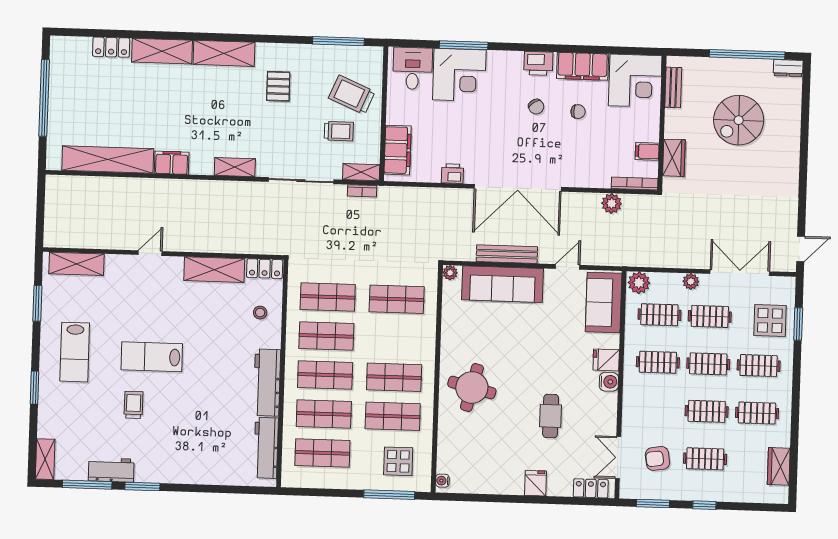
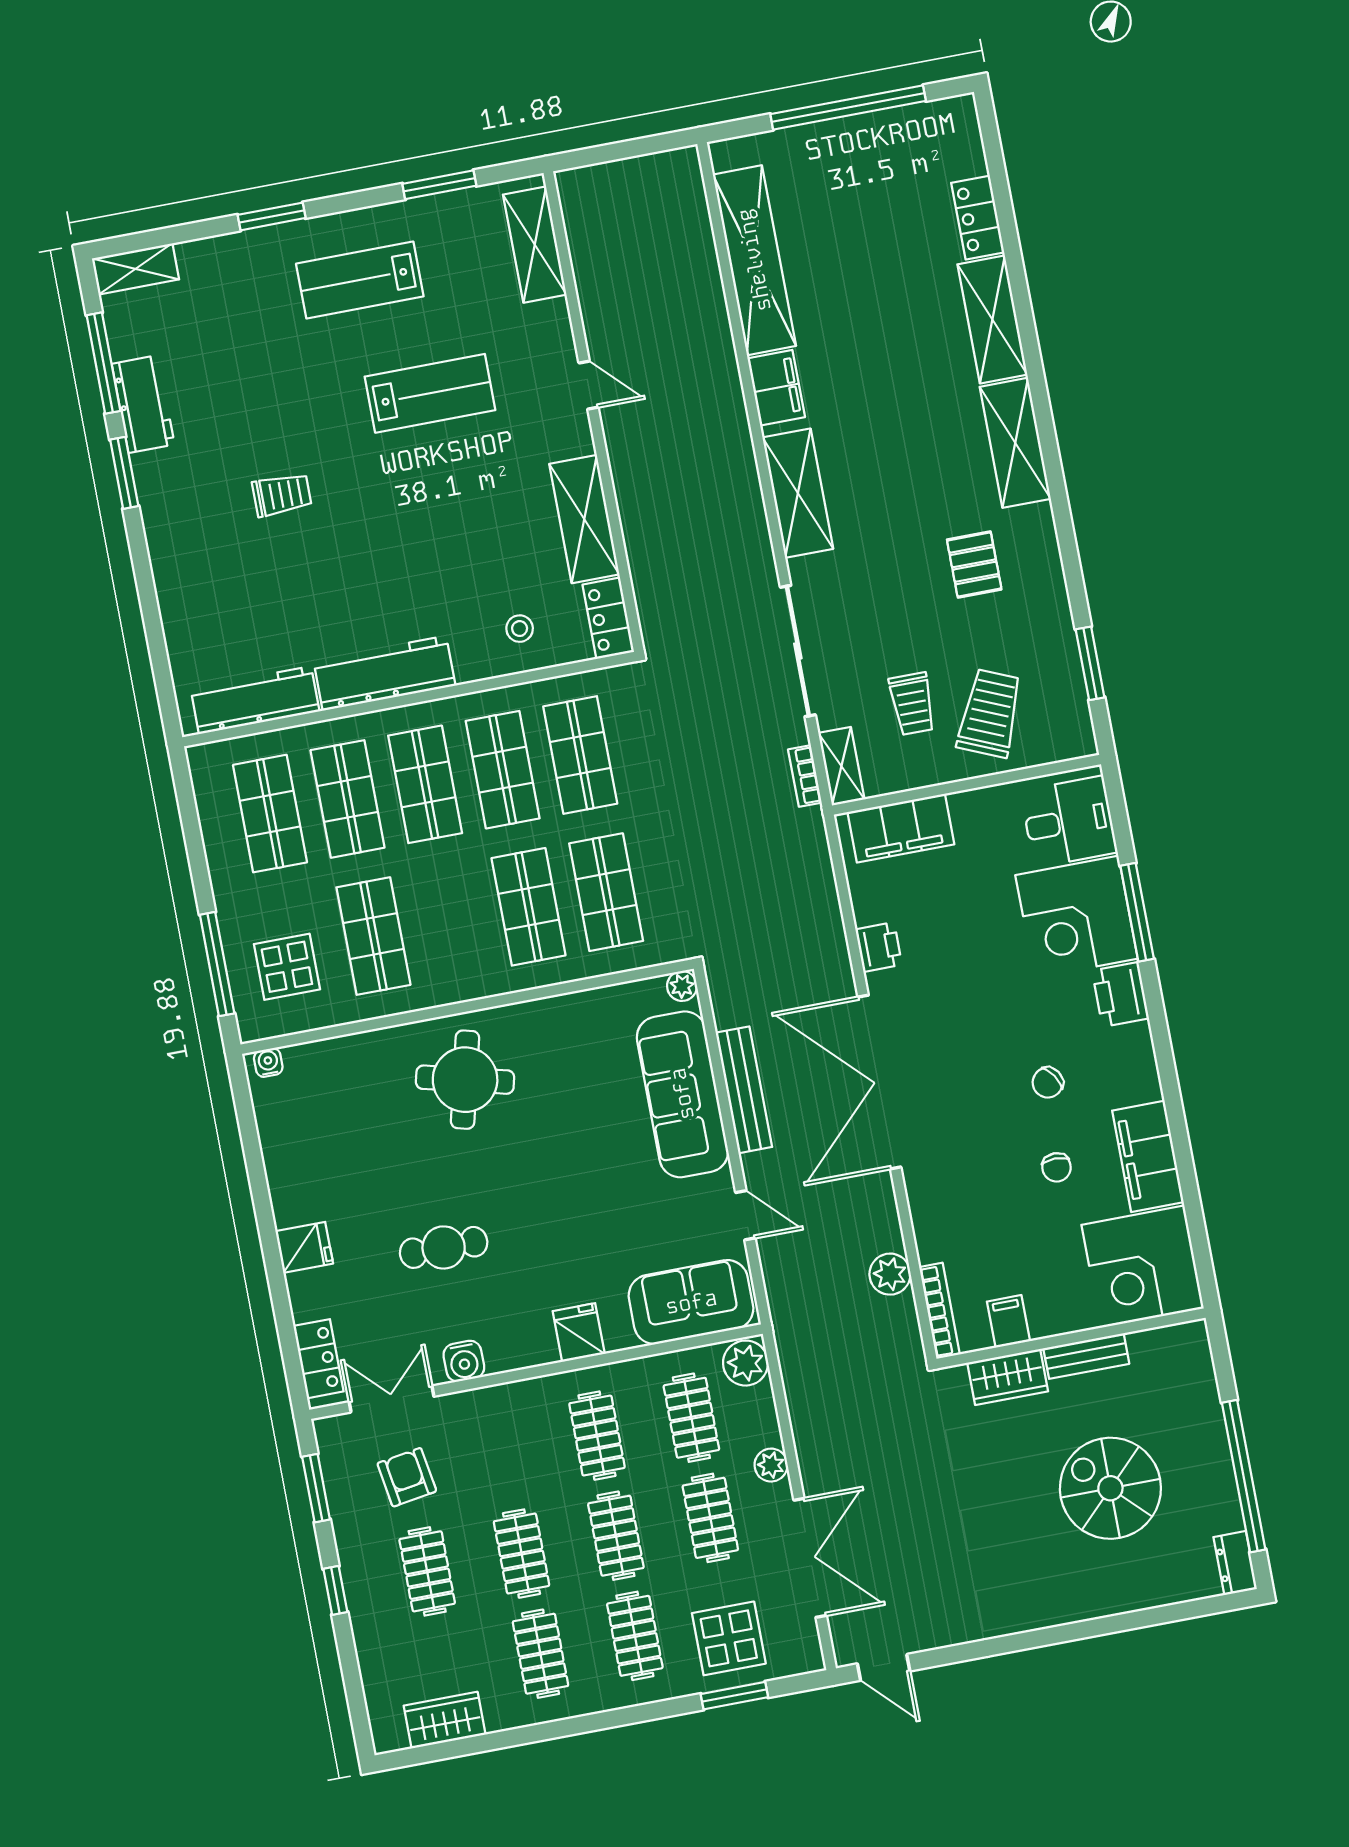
window: (338, 41) -> (1090, 663), width x0.69
printer: (538, 63) -> (1120, 994), moved
pallet: (278, 86) -> (974, 565), turned 90
bench: (673, 87) -> (1086, 1356), moved
shelving: (235, 167) -> (798, 493), width x1.50, depth x1.33
lab bench: (152, 357) -> (430, 393), moved, turned 90
shop shelf: (394, 377) -> (529, 907), moved
water cooler: (609, 382) -> (464, 1361), moved
trolley: (133, 405) -> (282, 495), moved

